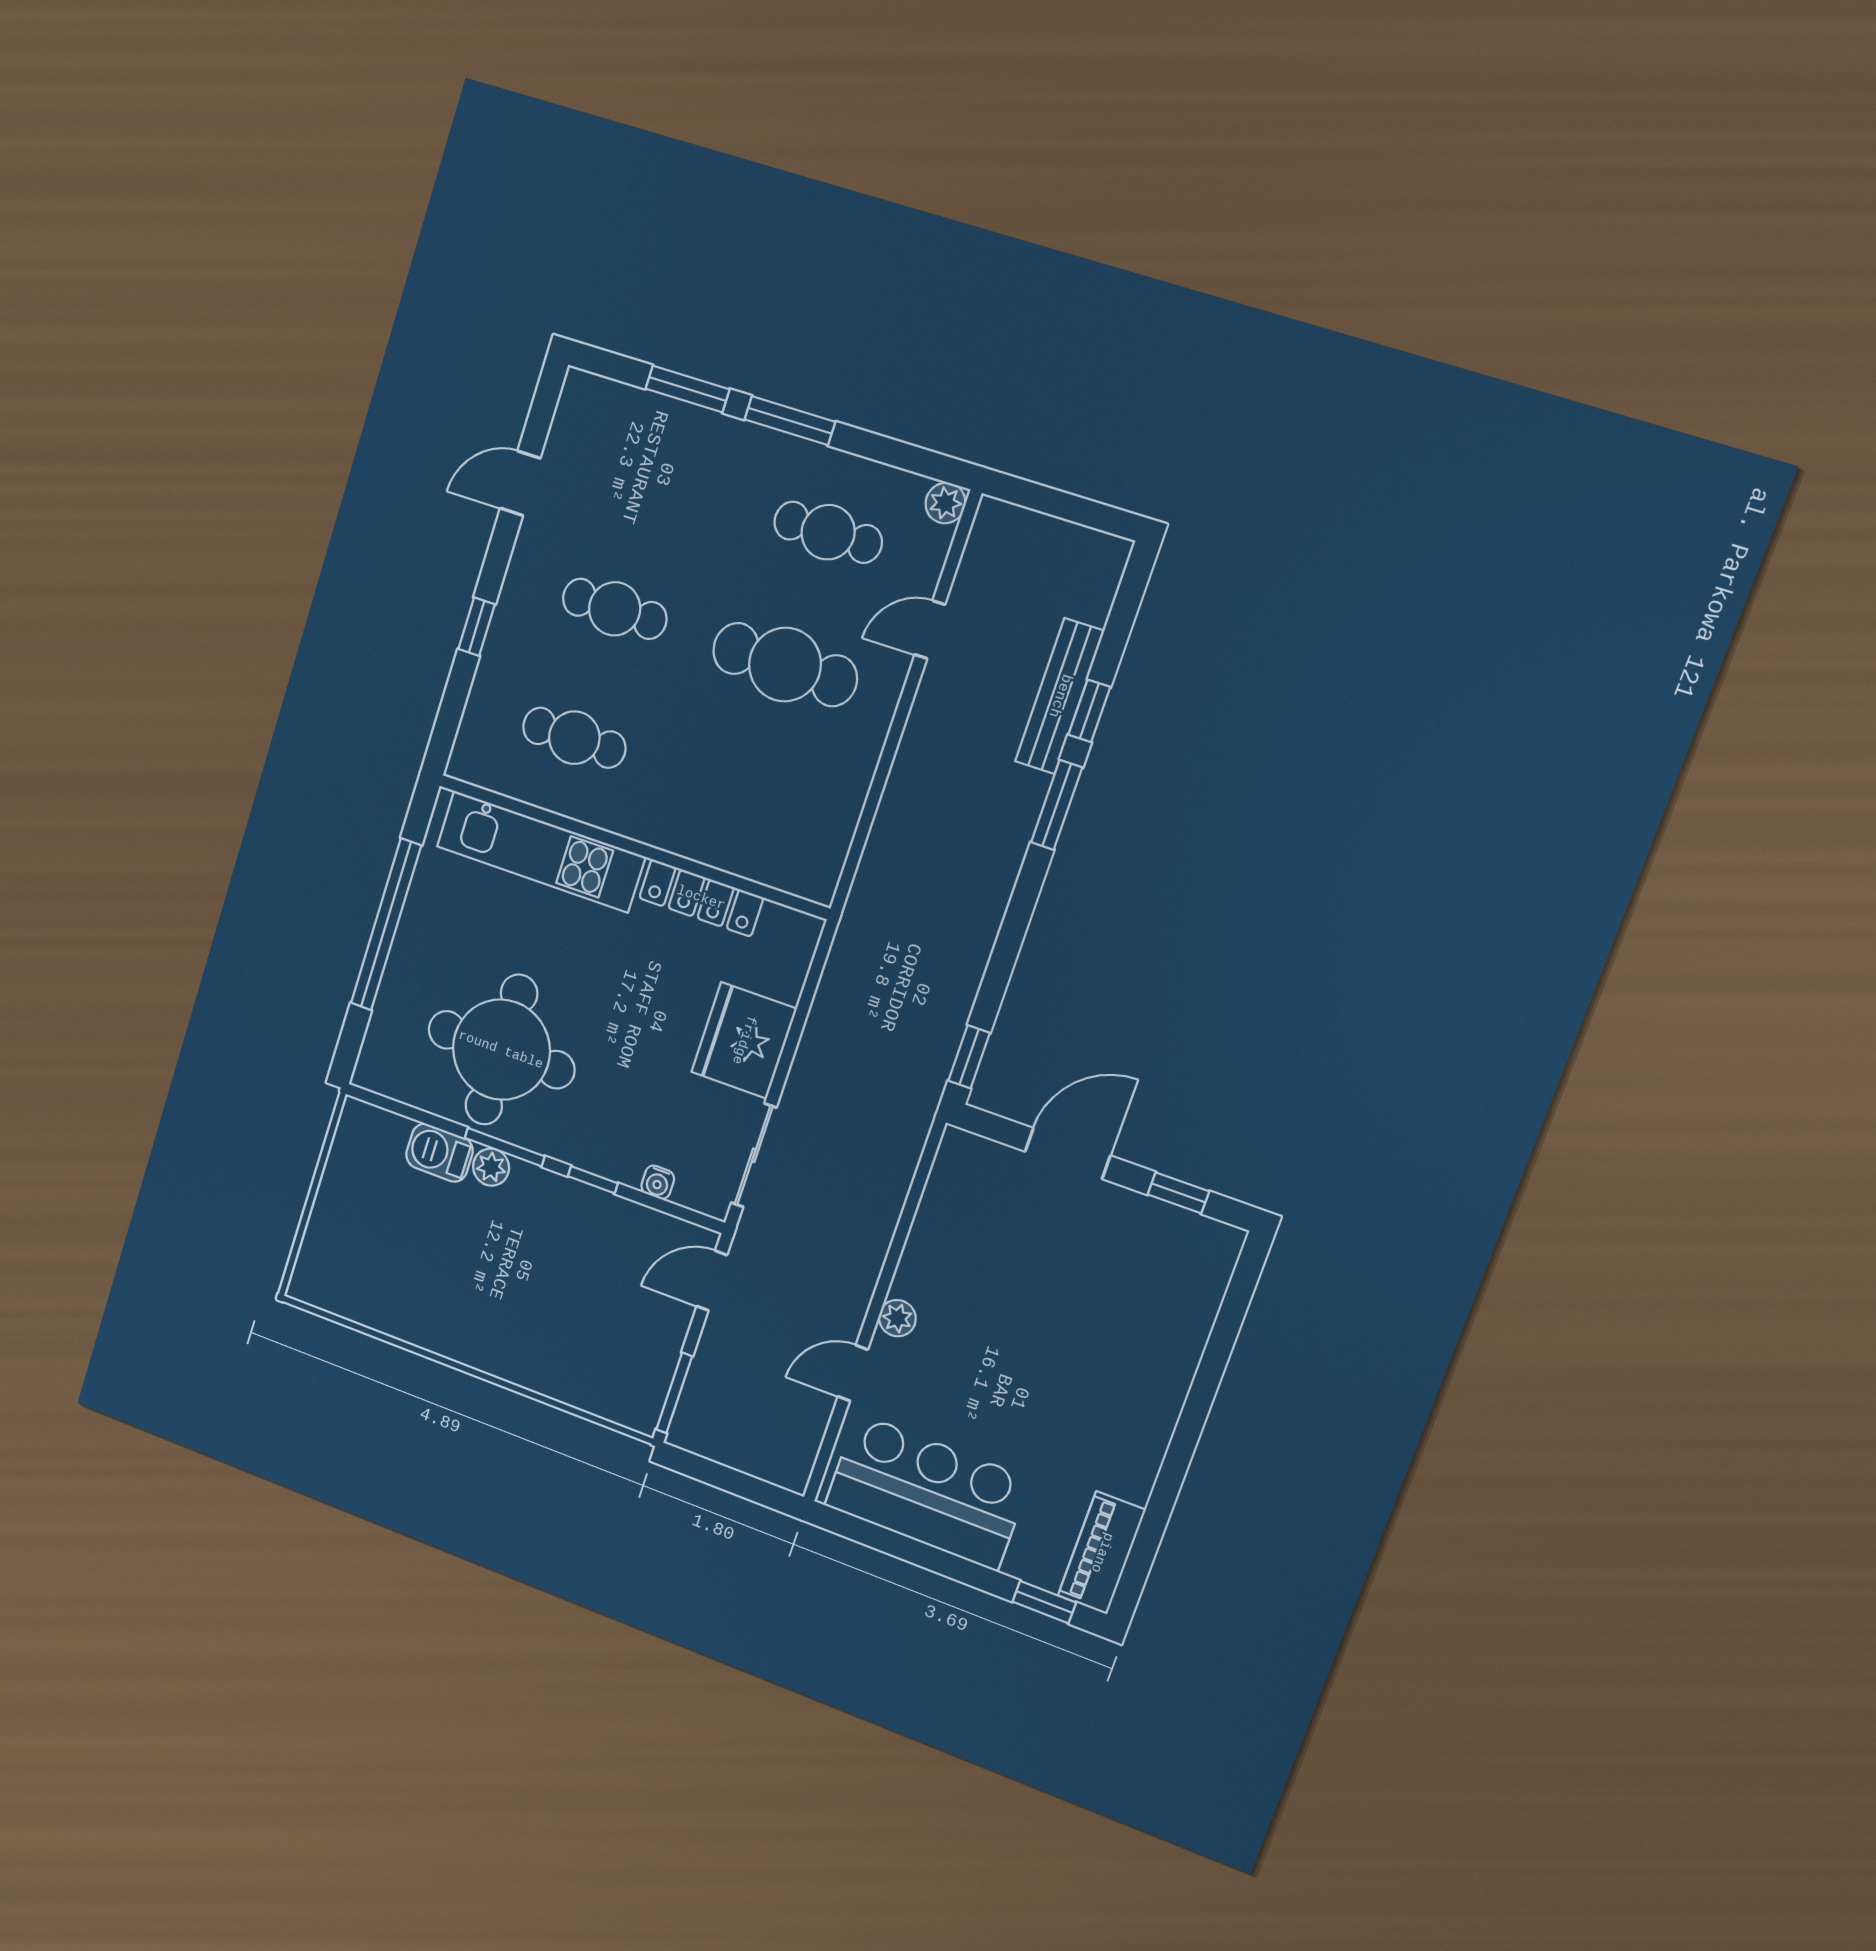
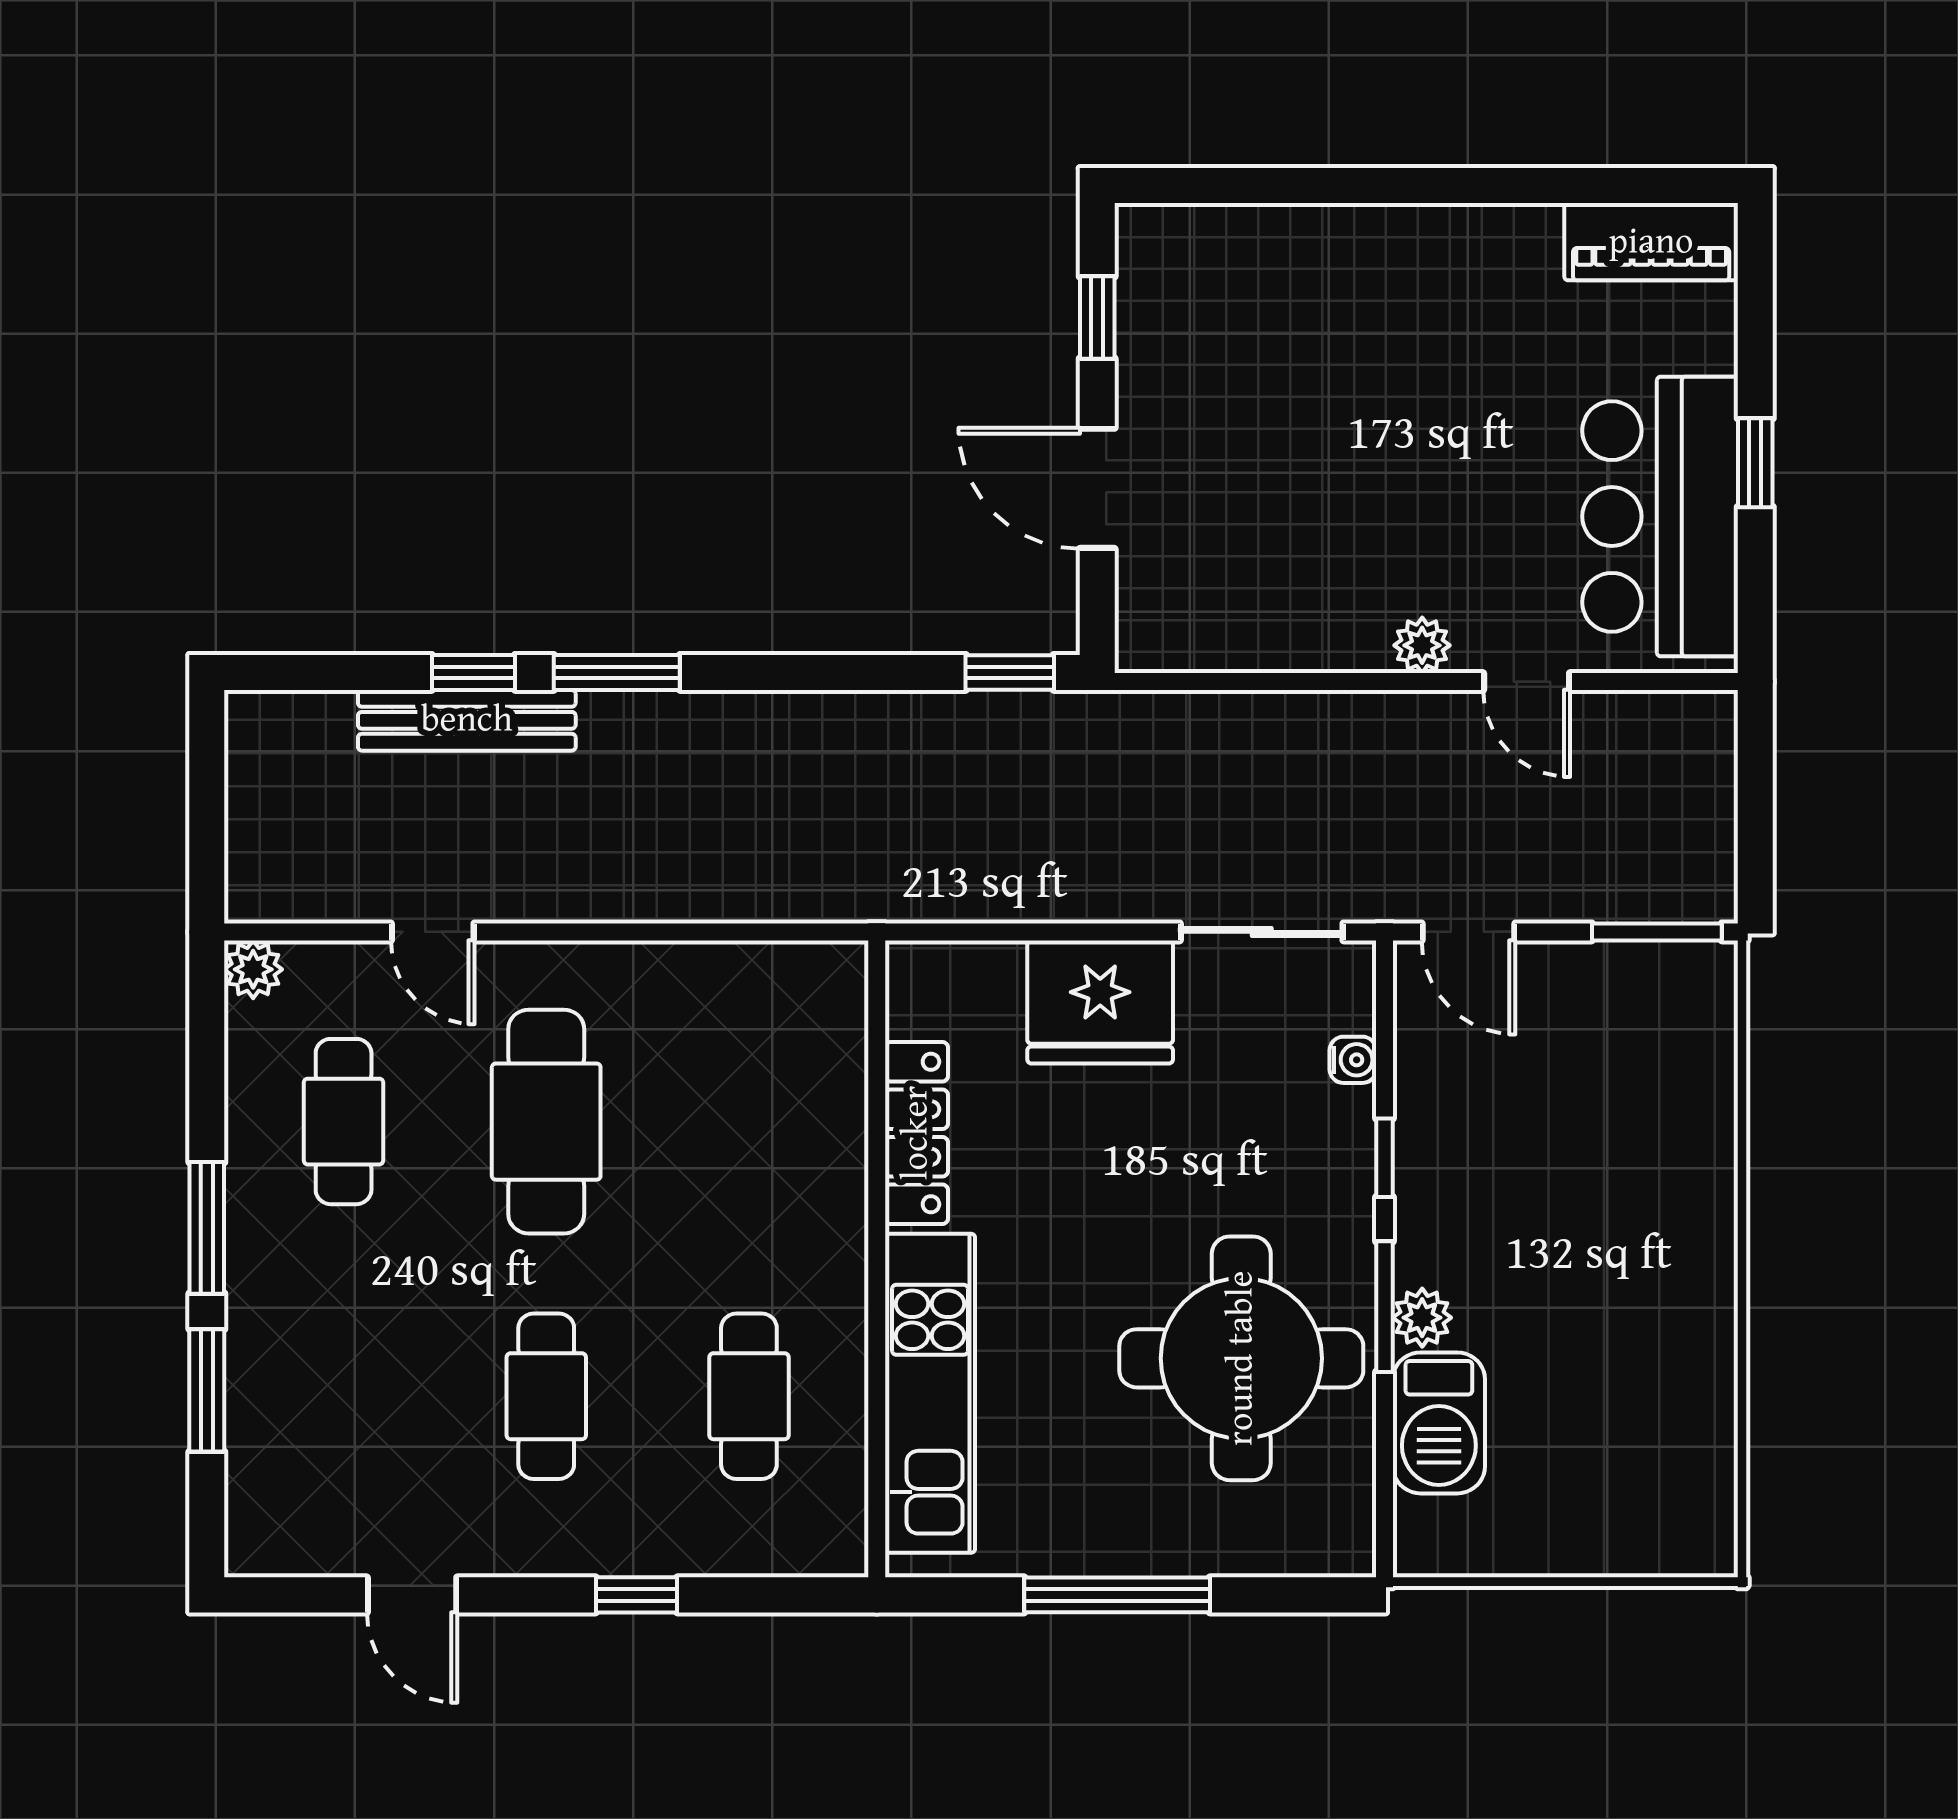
window: (386, 924) -> (1117, 1595), width x0.68
barbecue: (439, 1153) -> (1439, 1423), width x1.38, depth x1.27
window: (1044, 1602) -> (1755, 463), moved

